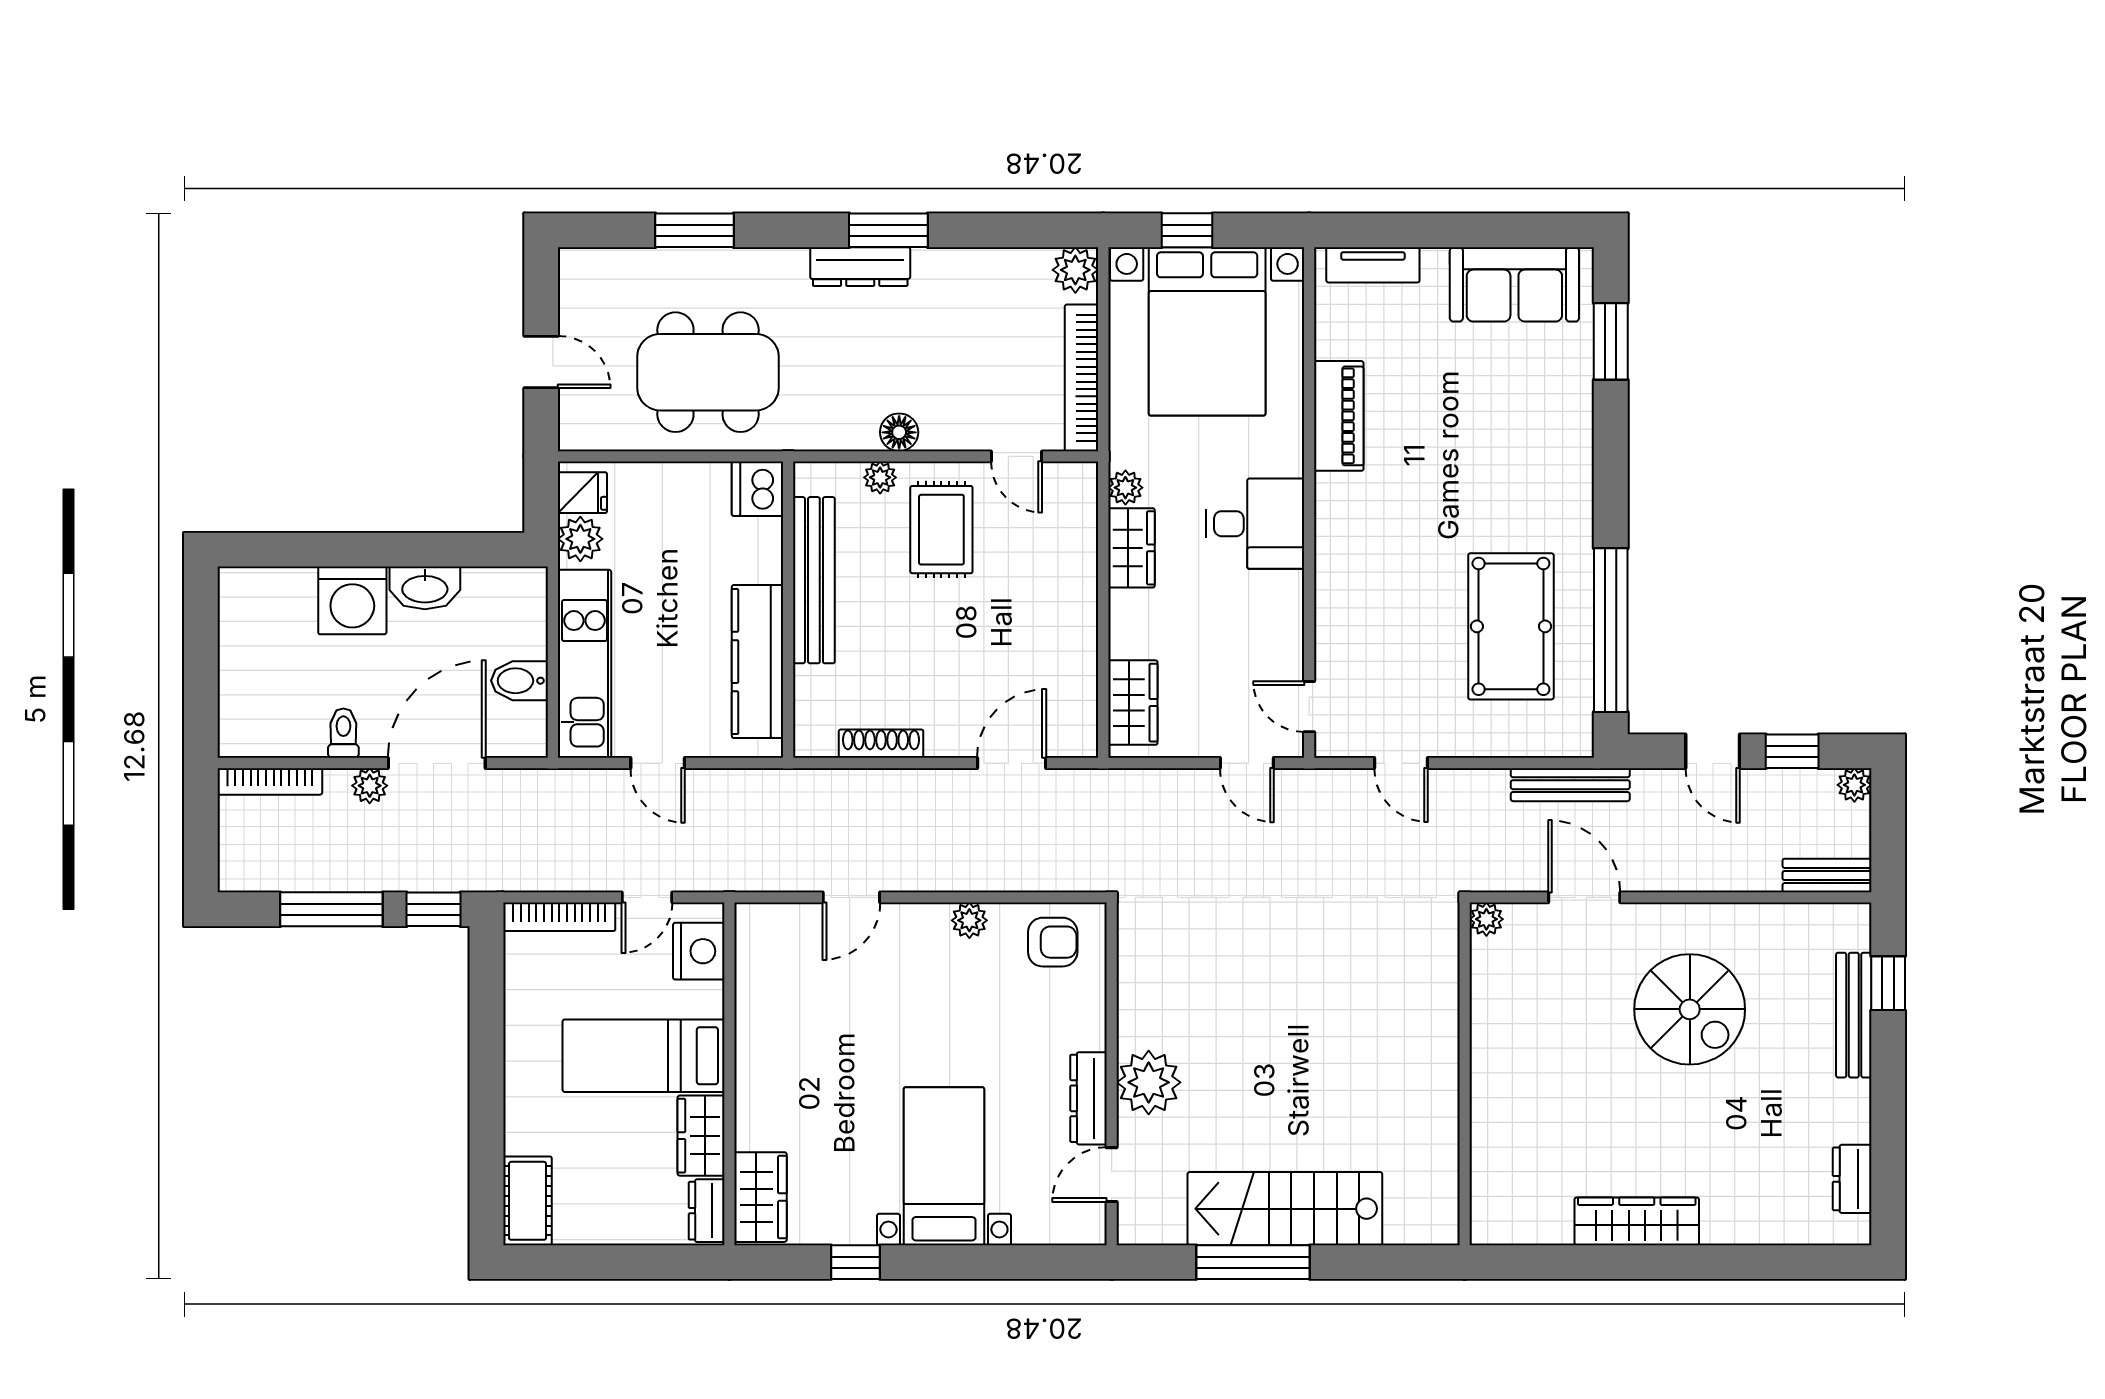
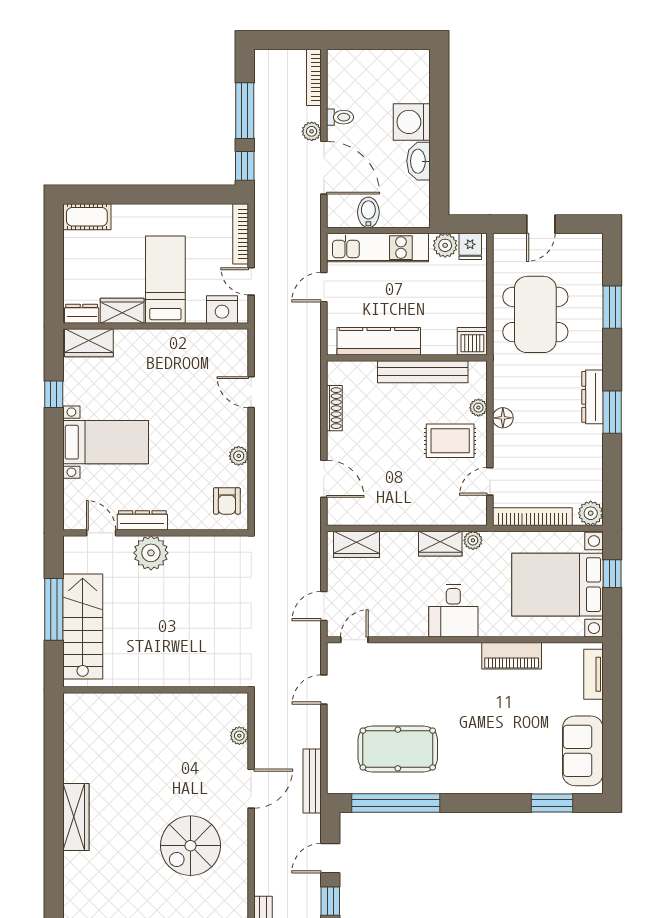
wall: (1465, 1074) -> (156, 690), moved

